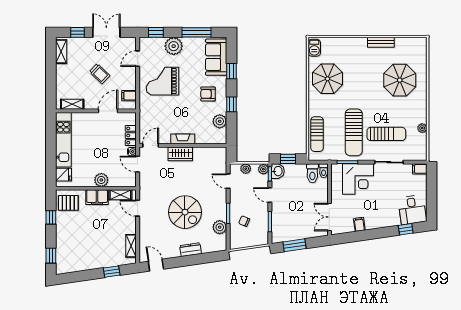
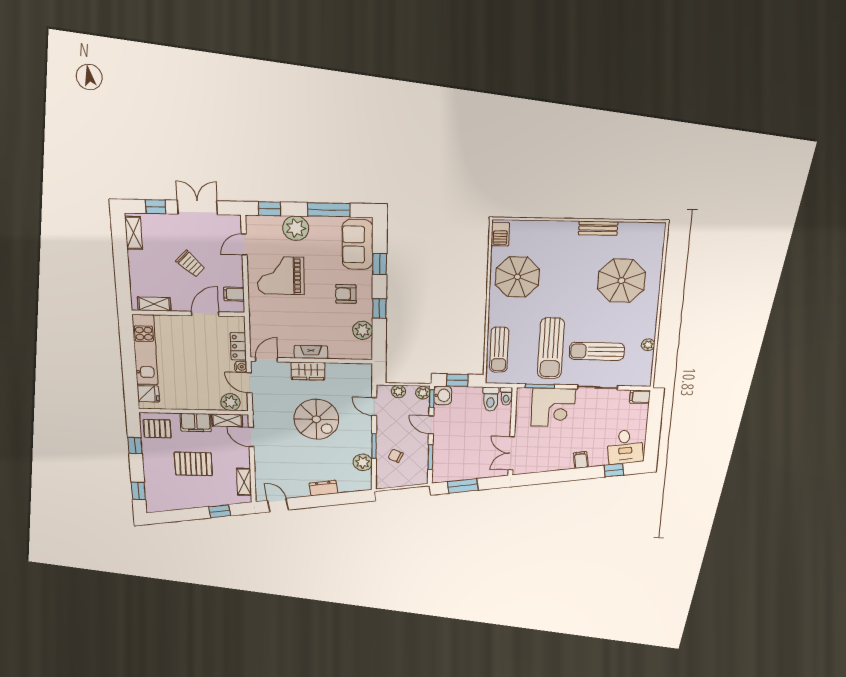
sun lounger: (386, 134) -> (597, 351), turned 180
plant: (101, 180) -> (230, 402), moved
spiral stairs: (185, 212) -> (316, 419), moved
filing cabinet: (359, 224) -> (581, 460), moved
pallet: (94, 232) -> (193, 464), added

